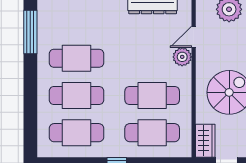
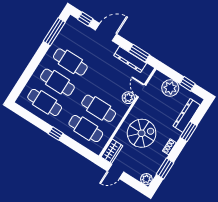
door: (194, 37) -> (141, 91), hinge flipped

